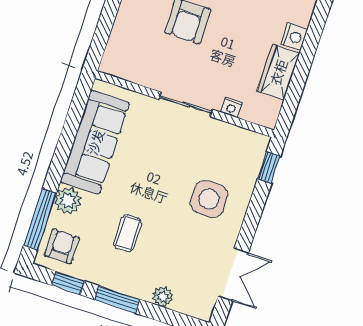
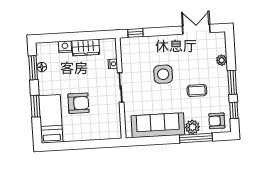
side table: (209, 199) -> (163, 74), moved
window: (40, 219) -> (196, 138), moved

